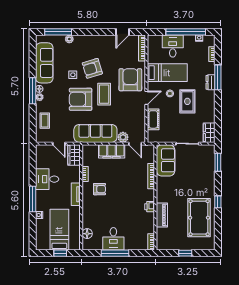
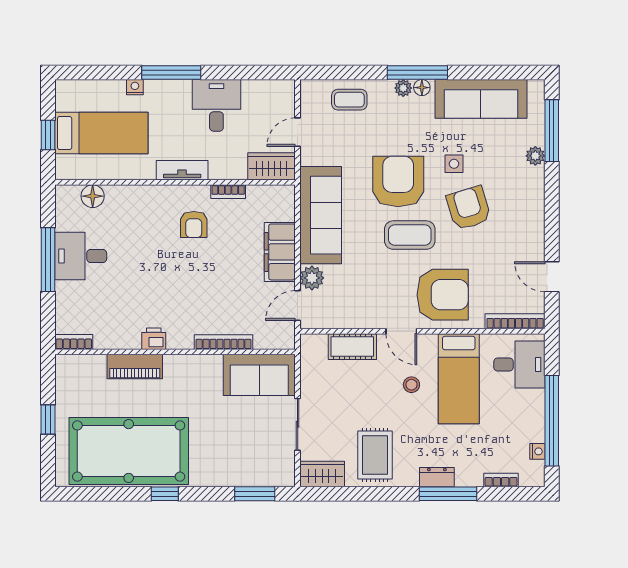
desk: (173, 46) -> (519, 365), moved
rug: (187, 101) -> (375, 455), moved, turned 90
pool table: (199, 218) -> (129, 451), width x1.36, depth x1.32

